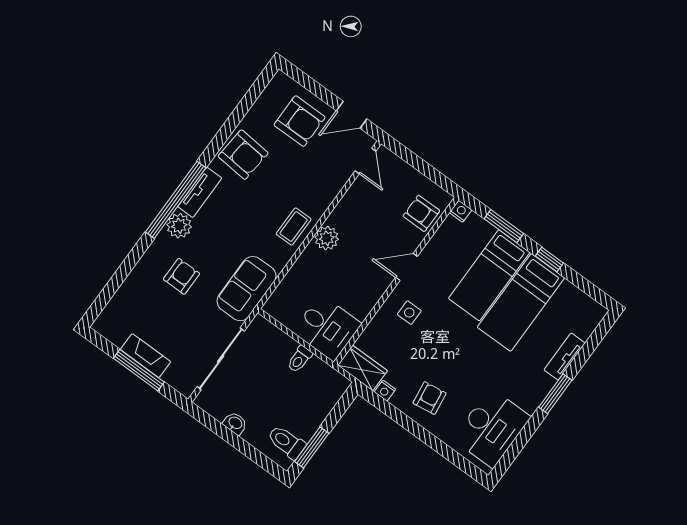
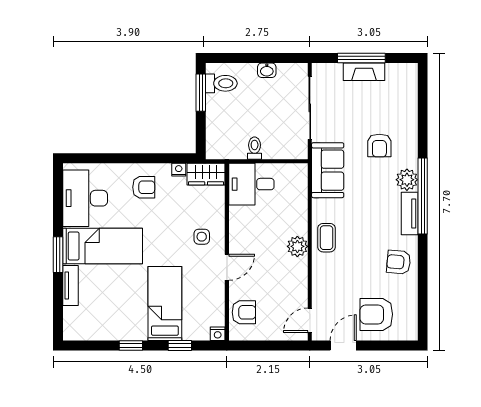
armchair: (243, 155) -> (399, 262), width x0.72, depth x0.72
door: (366, 161) -> (310, 320), hinge flipped
window: (504, 226) -> (180, 345), width x0.67
bed: (521, 302) -> (103, 246), moved, turned 90
armchair: (430, 398) -> (144, 187), turned -82

